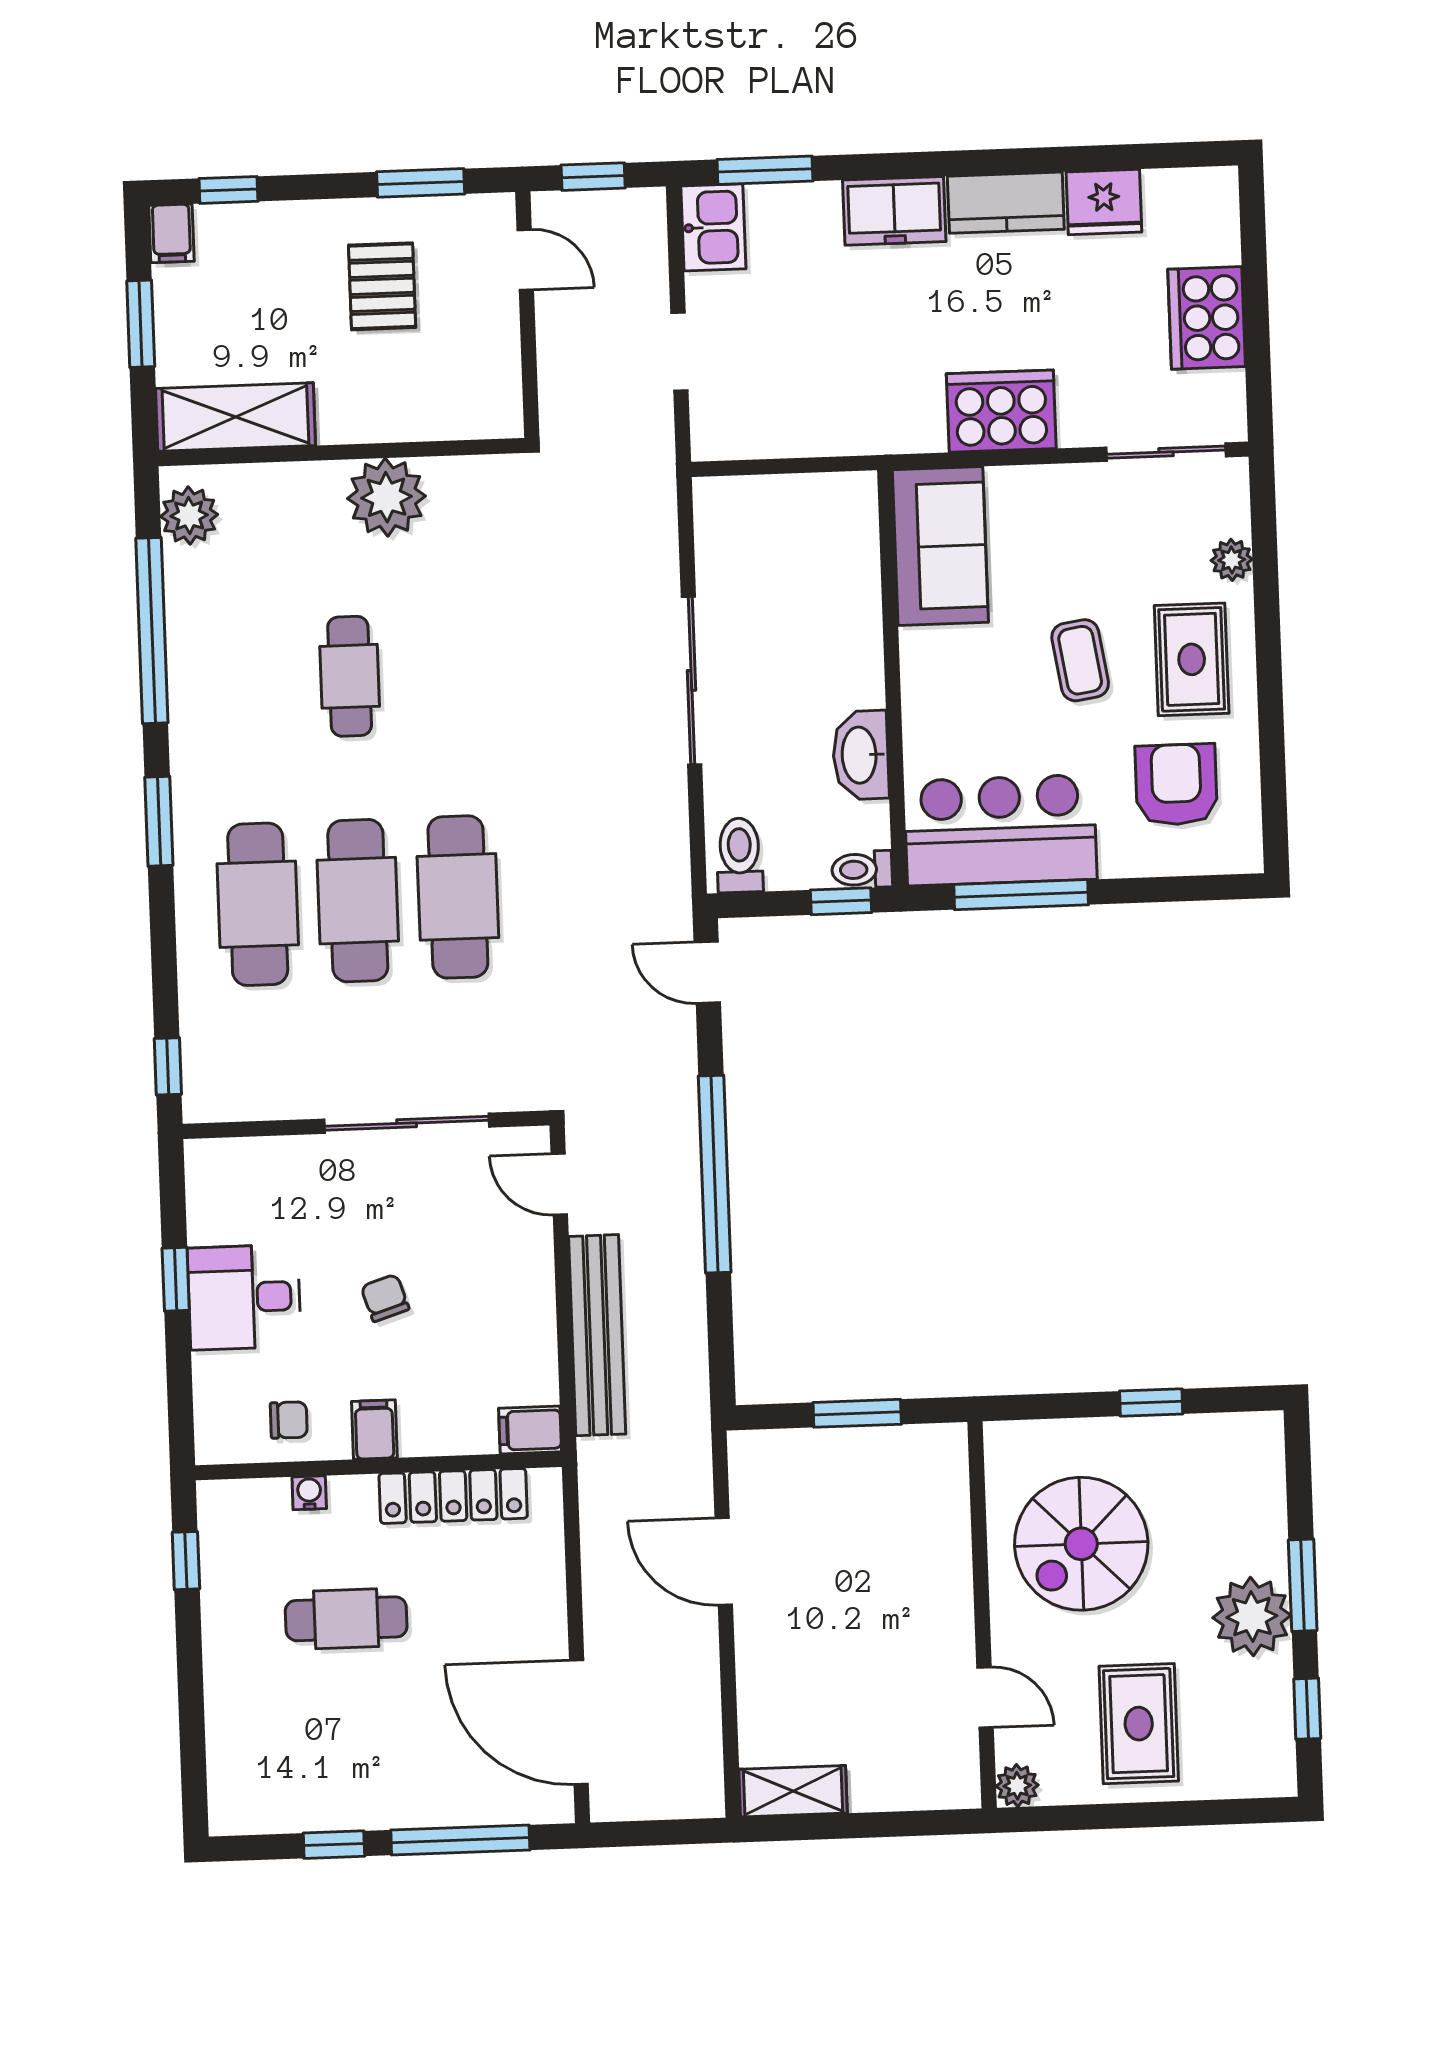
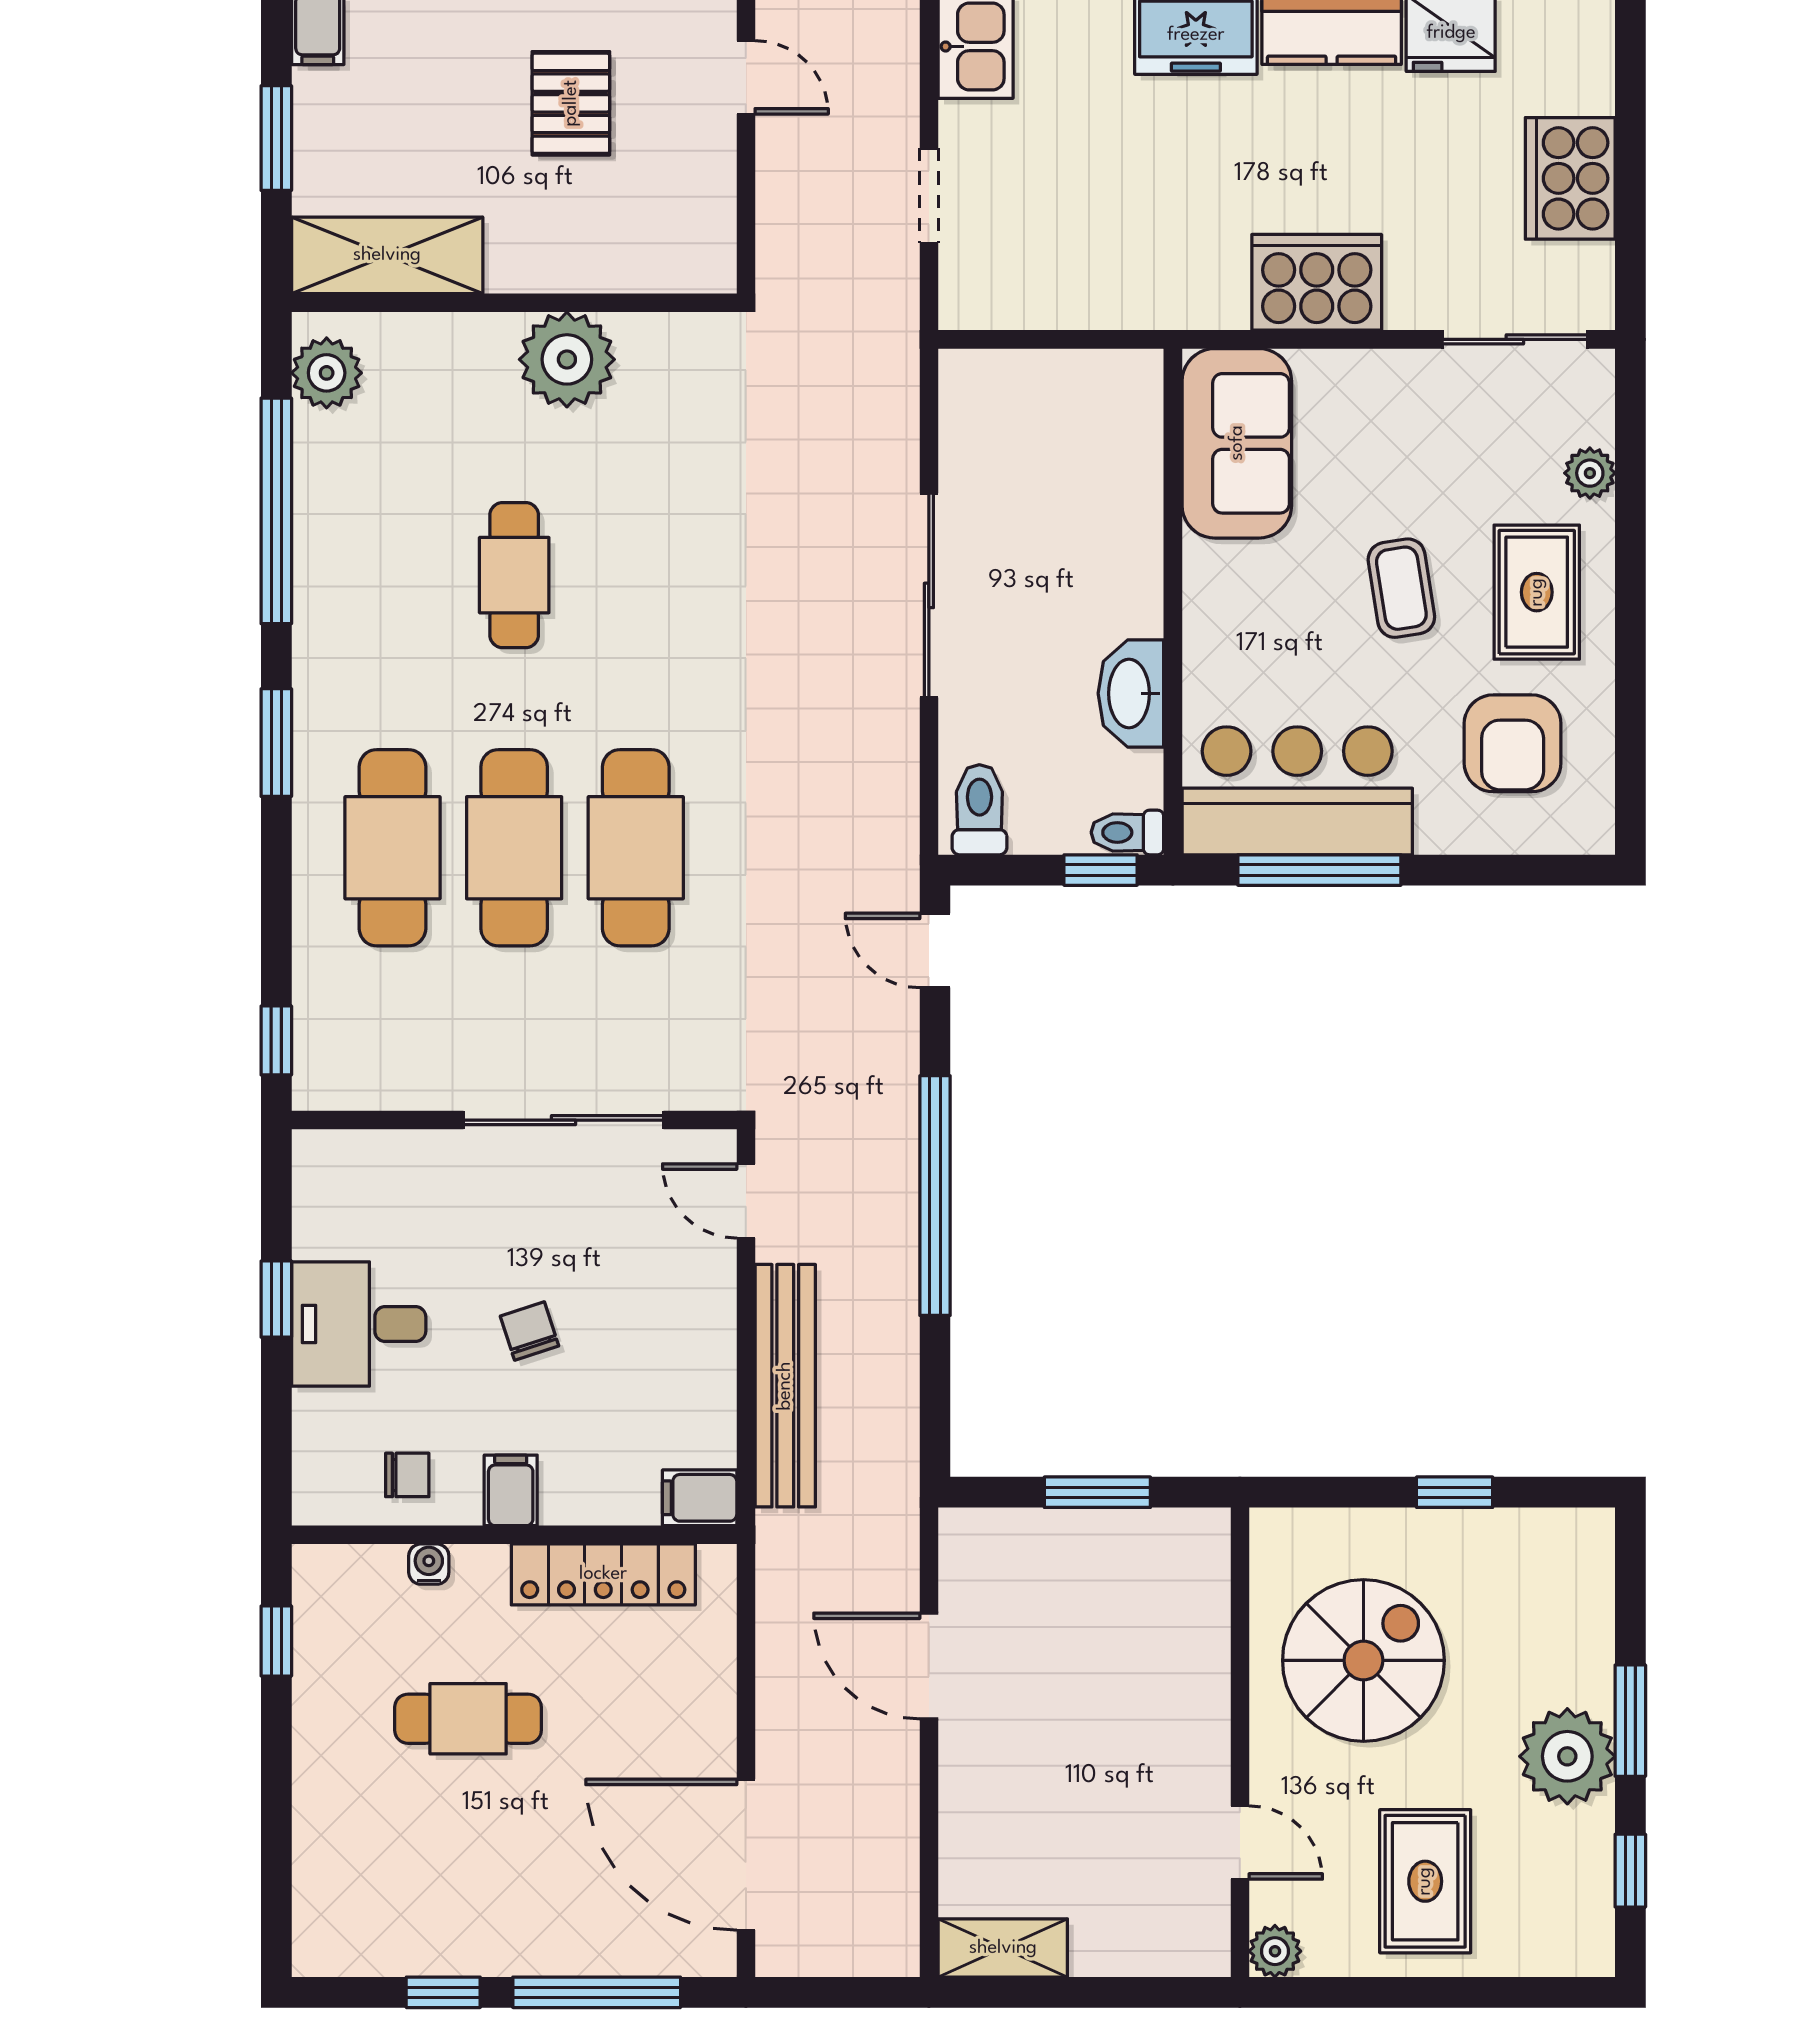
armchair: (1176, 785) -> (1513, 743), turned 180
spiral stairs: (1081, 1544) -> (1363, 1660), turned 180

